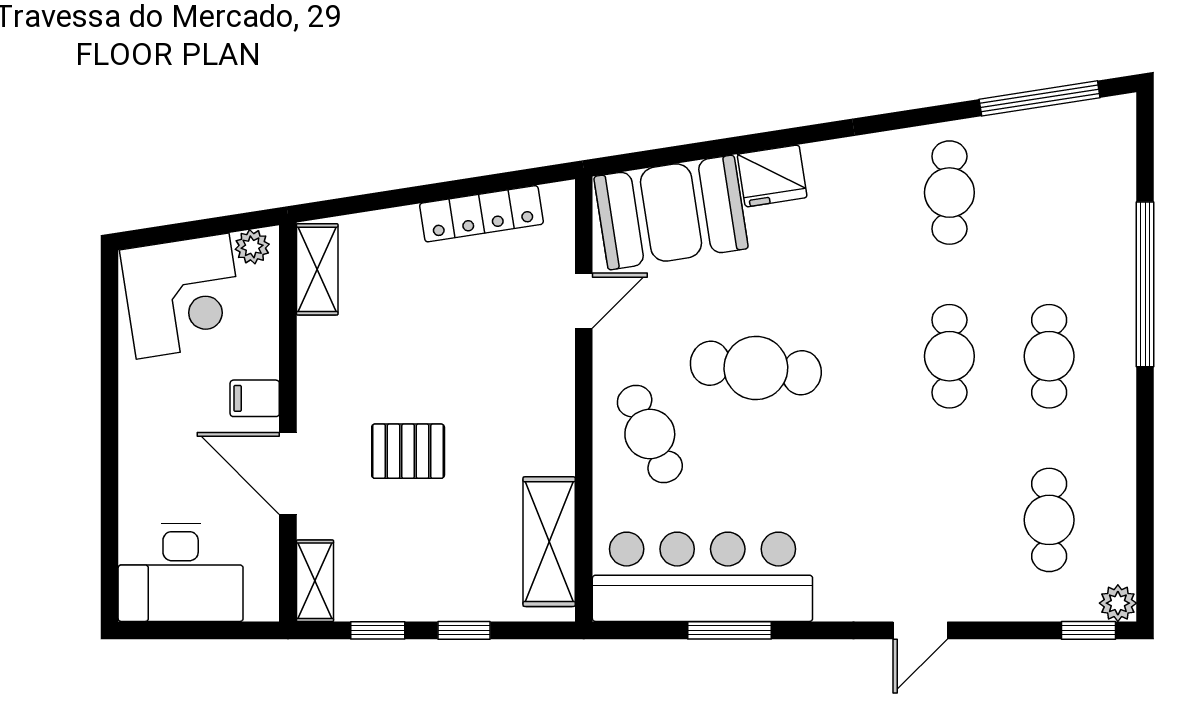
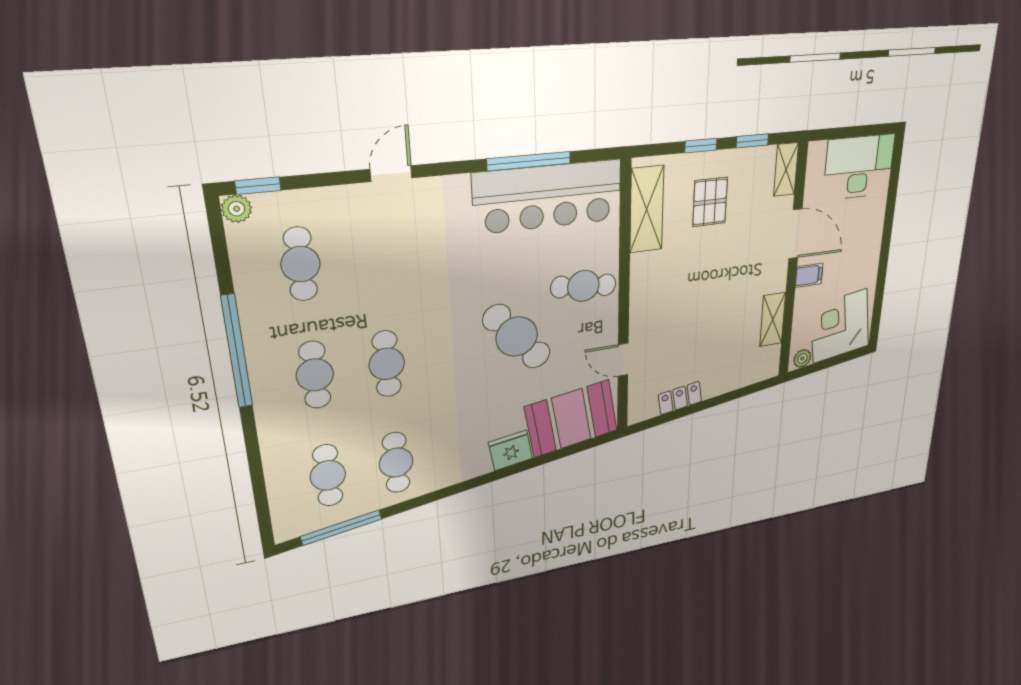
cafe table: (1049, 193) -> (328, 475), added
locker: (481, 214) -> (680, 398), width x0.66
shelving: (317, 269) -> (773, 320), moved
window: (1145, 284) -> (237, 352), moved
door: (584, 301) -> (623, 360), hinge flipped
cafe table: (756, 368) -> (517, 337), turned 44
cafe table: (650, 434) -> (583, 286), turned -60
pallet: (408, 451) -> (710, 202), moved, turned 90
window: (730, 630) -> (529, 161), width x1.44

